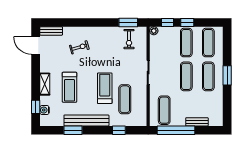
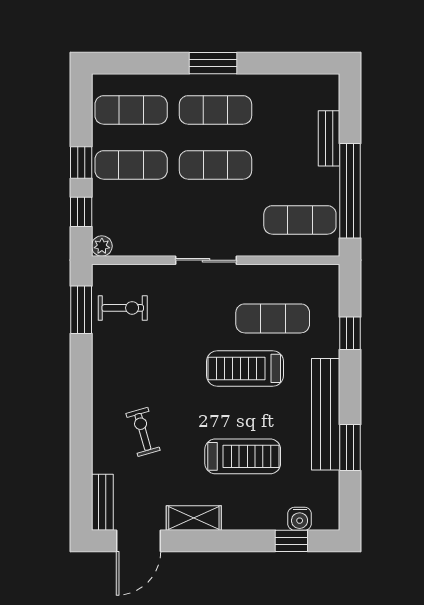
shelving: (45, 84) -> (194, 518), moved

